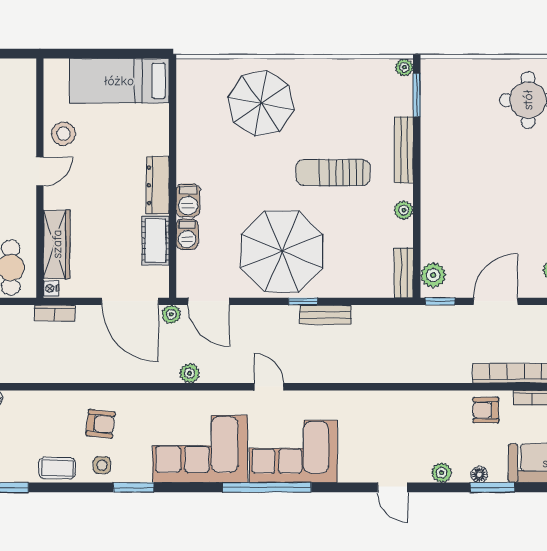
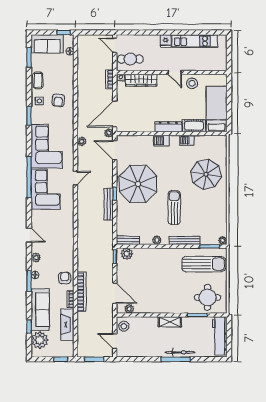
sun lounger: (456, 108) -> (204, 264), added
barbecue: (187, 234) -> (187, 140), moved
cot: (156, 241) -> (194, 126), moved
door: (209, 301) -> (115, 150), hinge flipped
door: (496, 301) -> (115, 293), moved
bench: (326, 315) -> (109, 204), width x1.36
door: (393, 487) -> (29, 235), swing flipped

